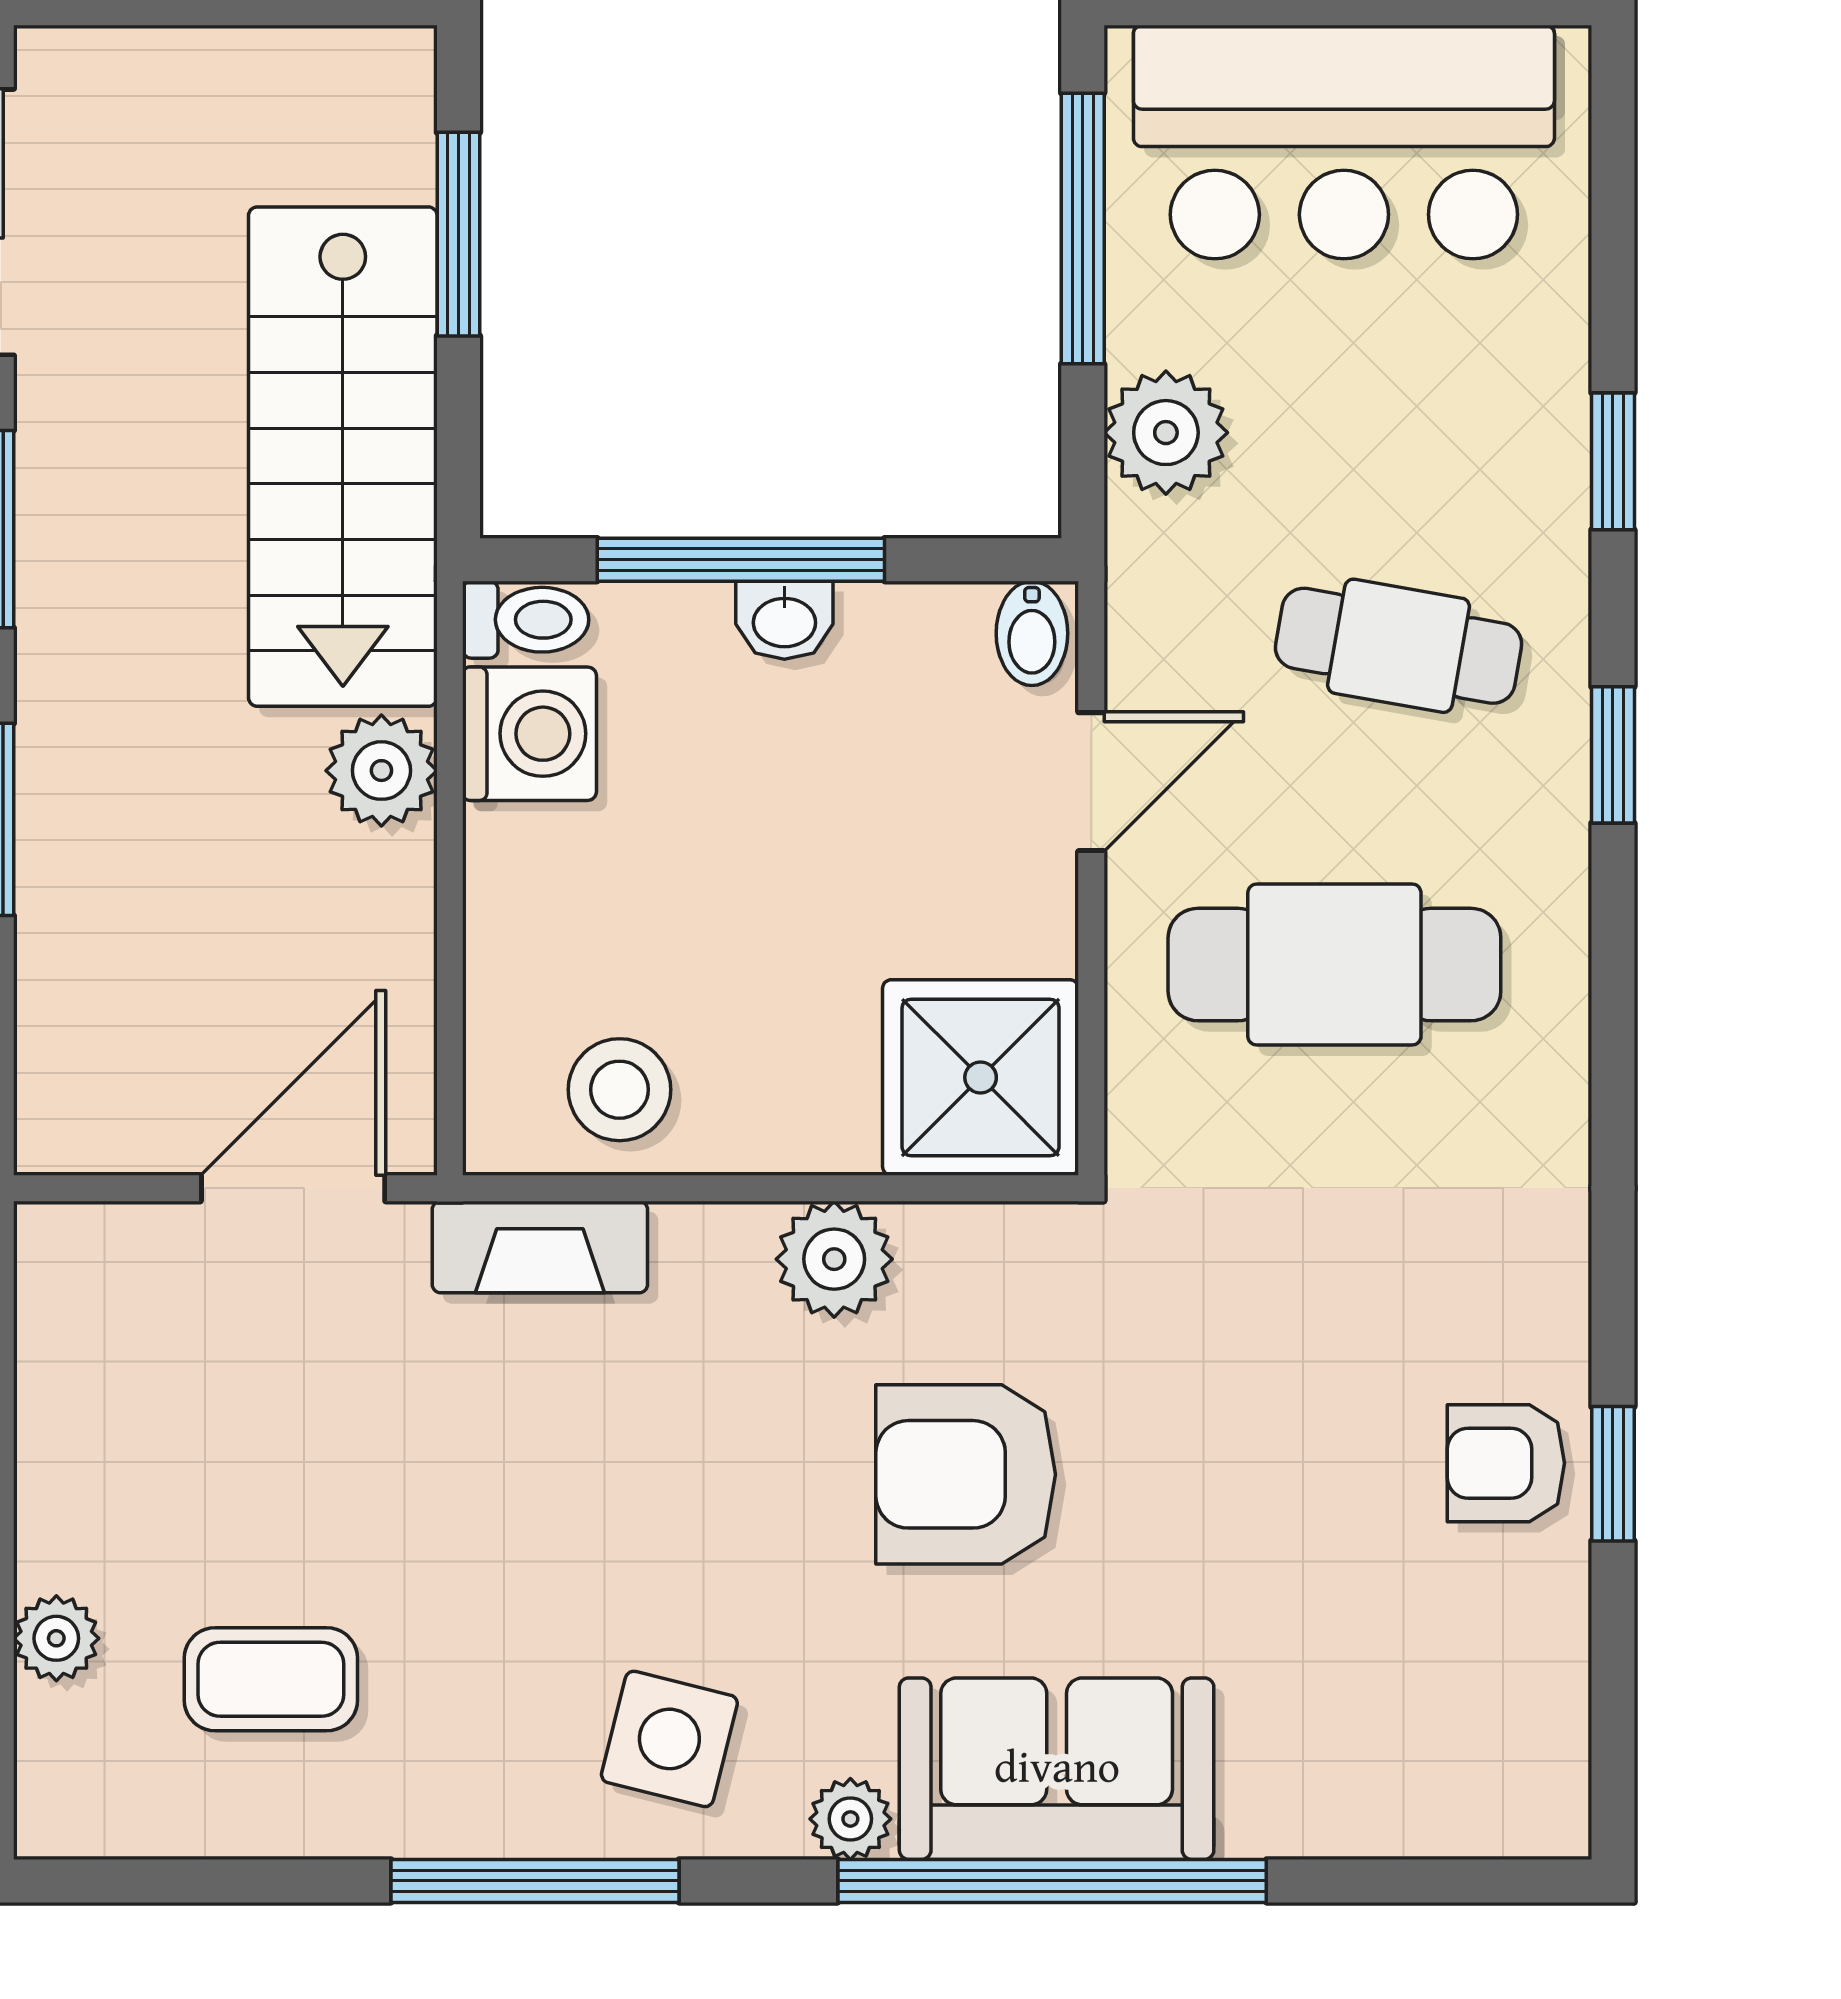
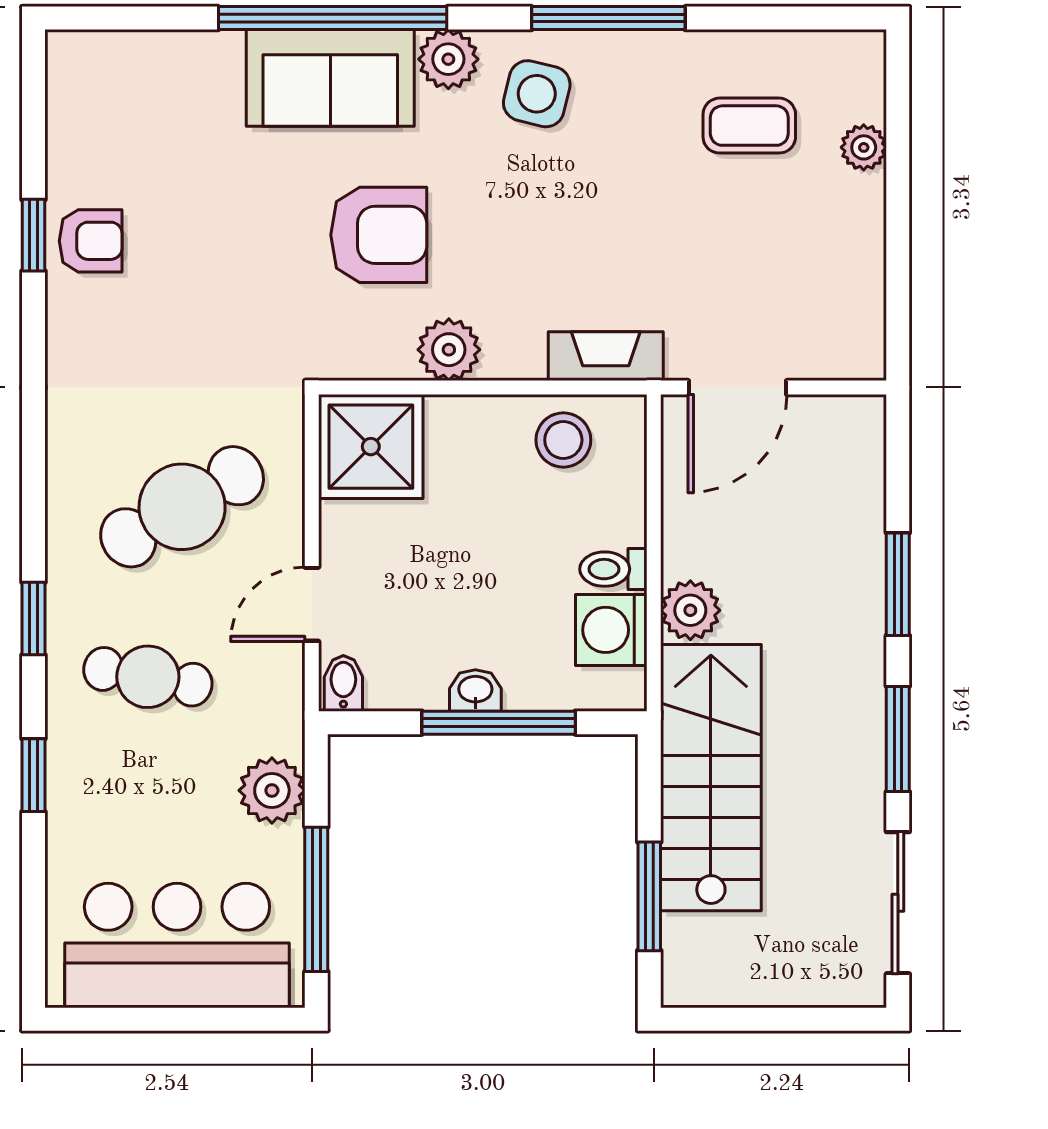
toilet: (526, 620) -> (613, 569), moved
cafe table: (1334, 965) -> (182, 507), turned -30
plant: (850, 1819) -> (448, 59), width x1.38, depth x1.38

